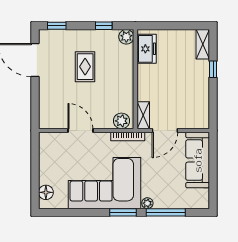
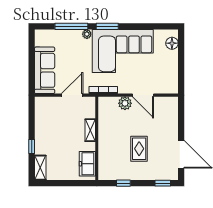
plant: (126, 37) -> (104, 174), removed
shelving: (143, 115) -> (90, 130), moved
plant: (121, 121) -> (125, 103), moved

